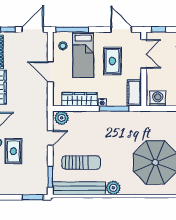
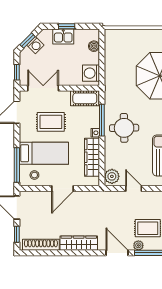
round table: (107, 129) -> (124, 128), added

